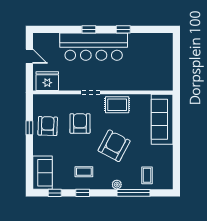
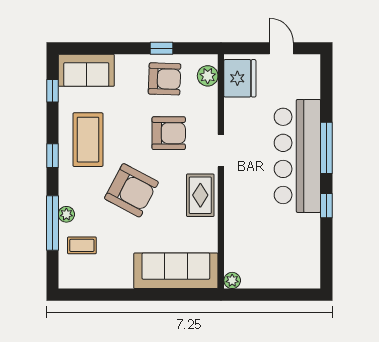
window: (89, 29) -> (326, 148), width x2.17
door: (29, 56) -> (281, 48), swing flipped
plant: (168, 86) -> (232, 280), added
plant: (46, 100) -> (208, 76), added
coffee table: (84, 172) -> (88, 140), width x1.86, depth x1.72
plant: (117, 185) -> (66, 214), moved
window: (83, 193) -> (52, 156), moved

